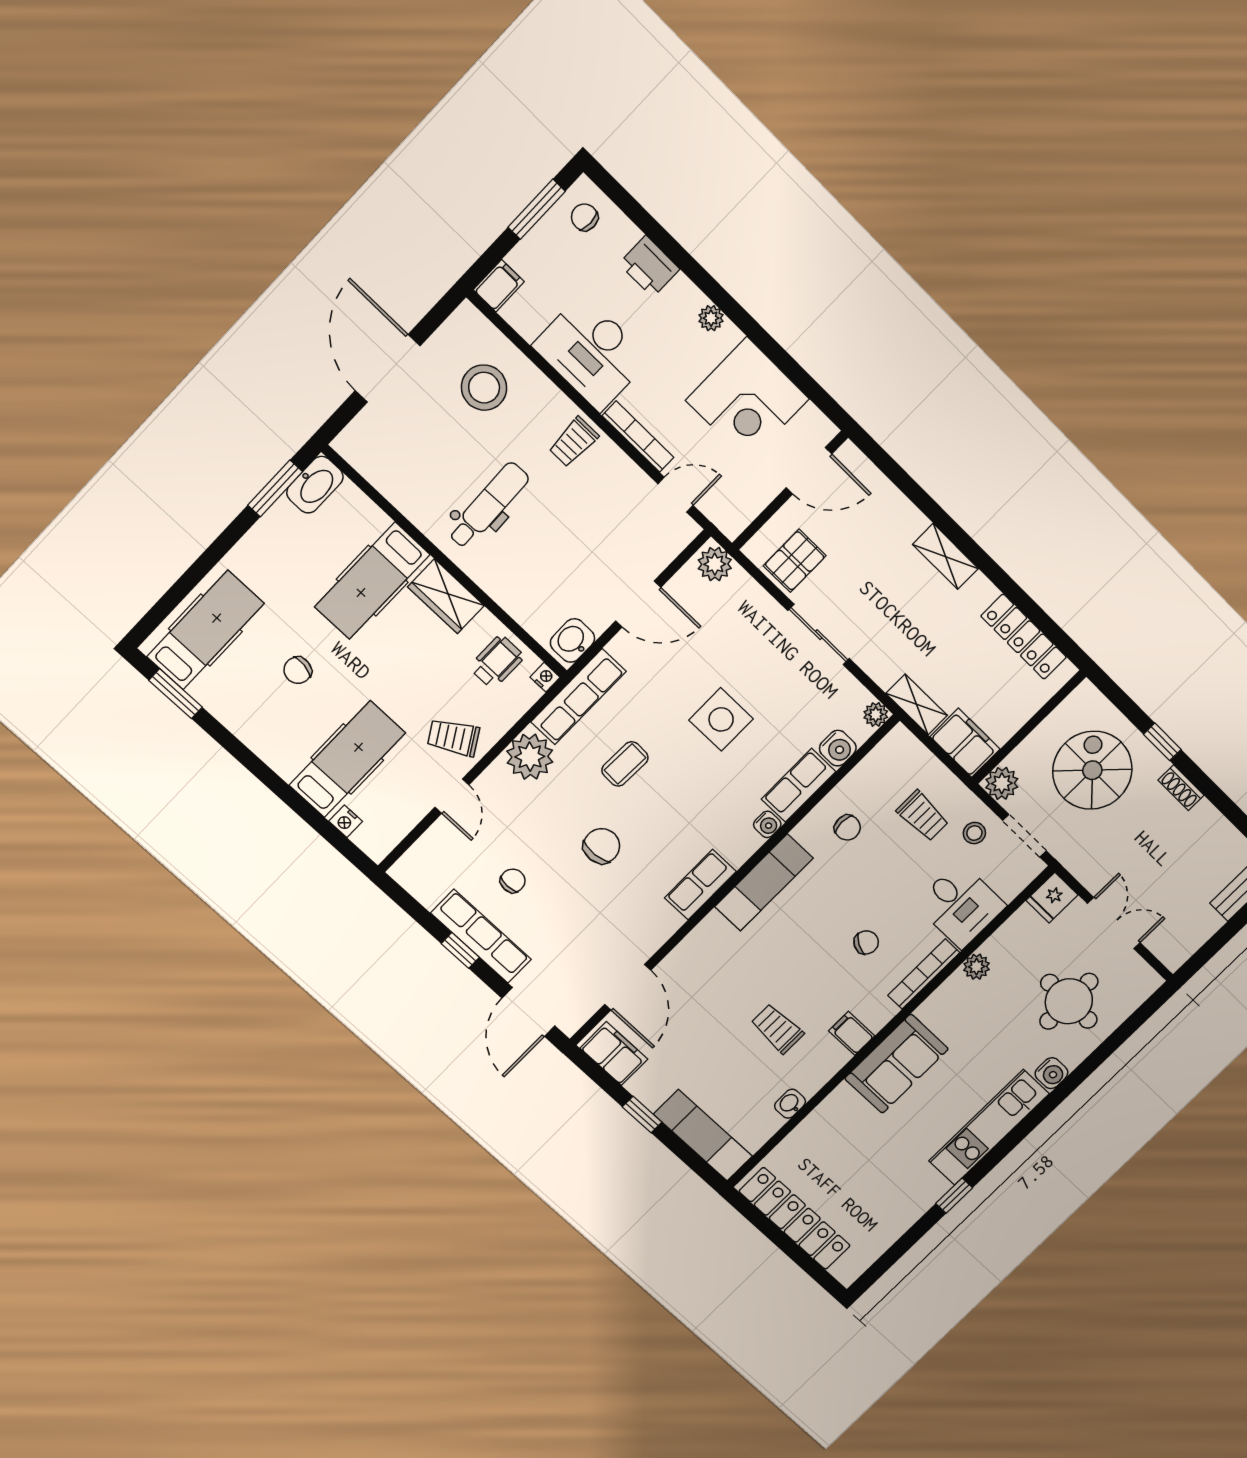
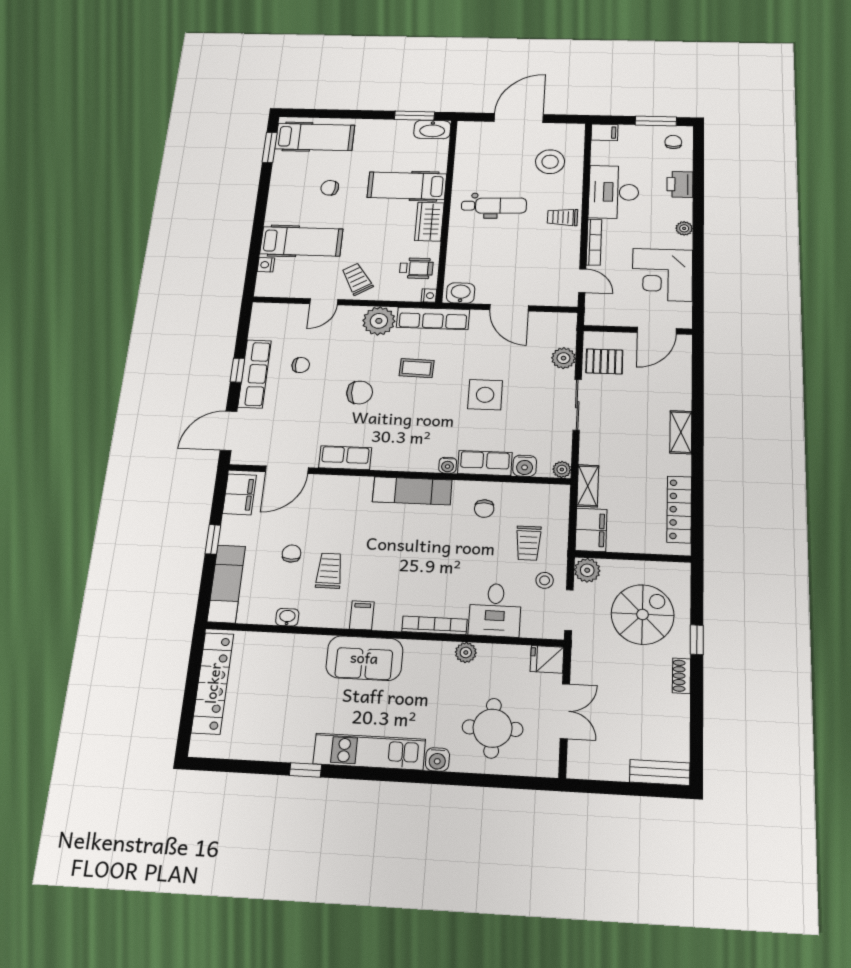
door: (809, 471) -> (657, 331), hinge flipped
plant: (715, 564) -> (563, 358), moved
row of seats: (700, 885) -> (345, 458), moved
chair: (866, 942) -> (292, 554), moved, turned -118

